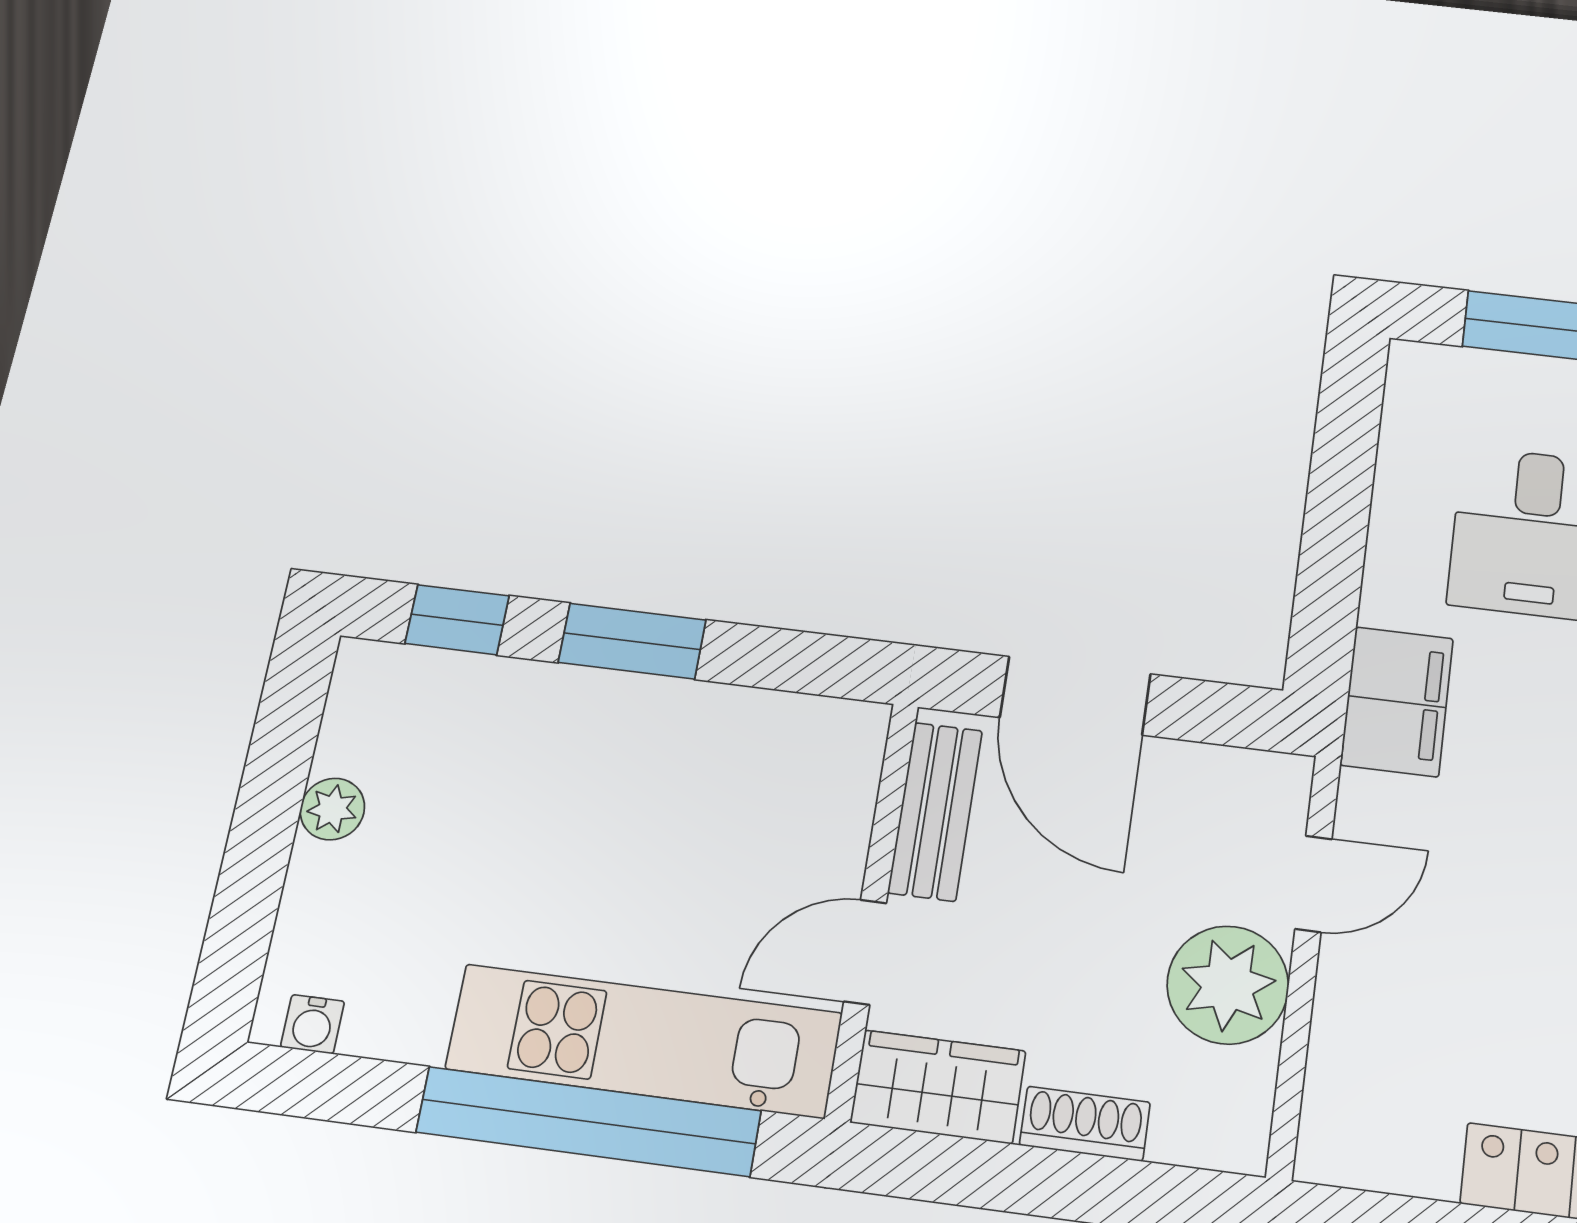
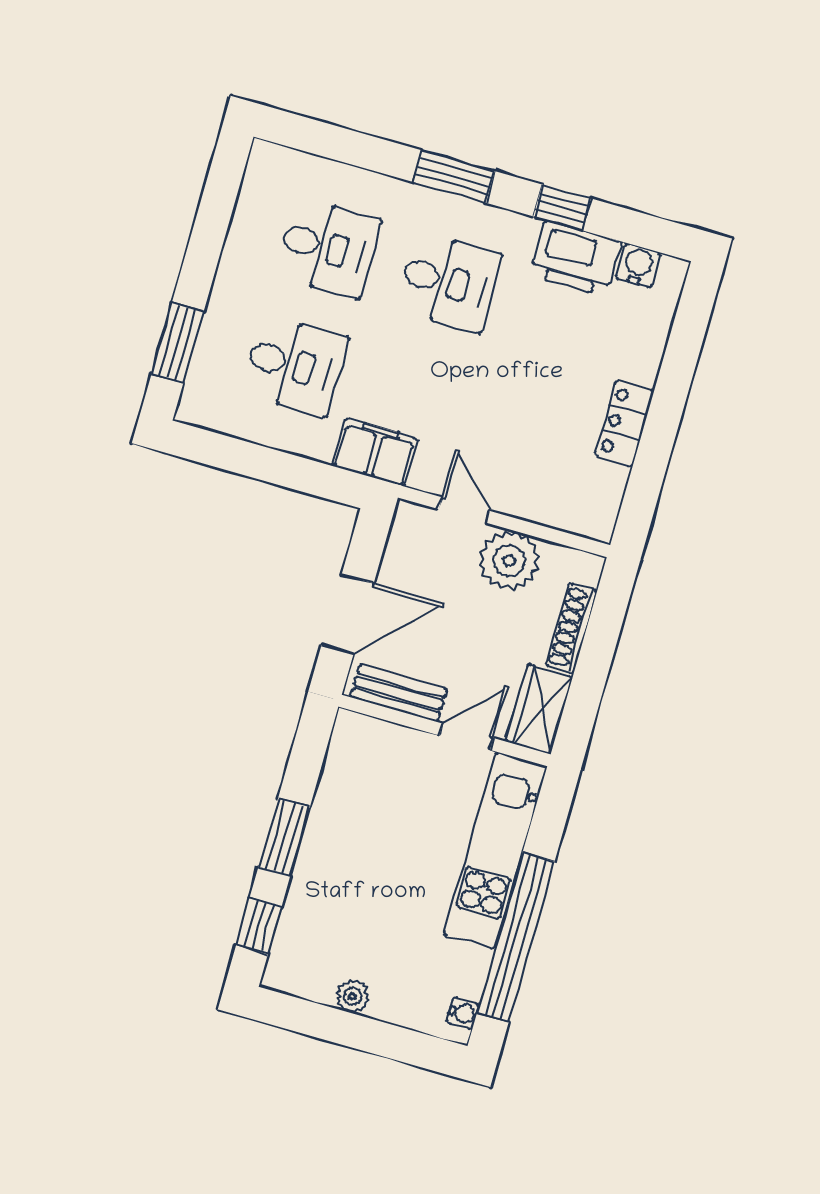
door: (865, 952) -> (466, 737), swing flipped
window: (588, 1121) -> (516, 937), moved
shoe rack: (1085, 1124) -> (571, 628), width x1.43

